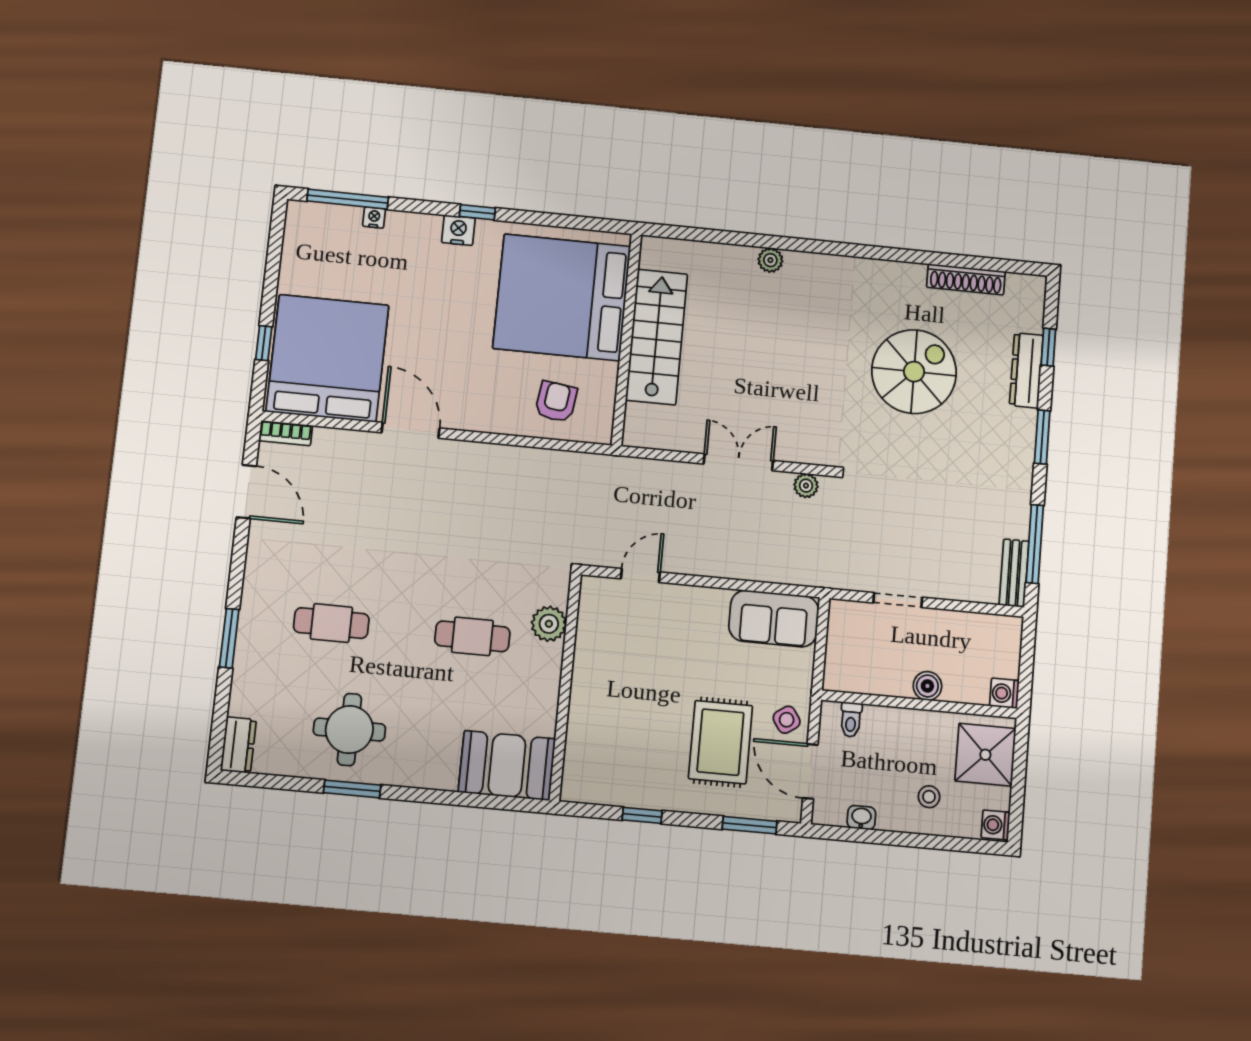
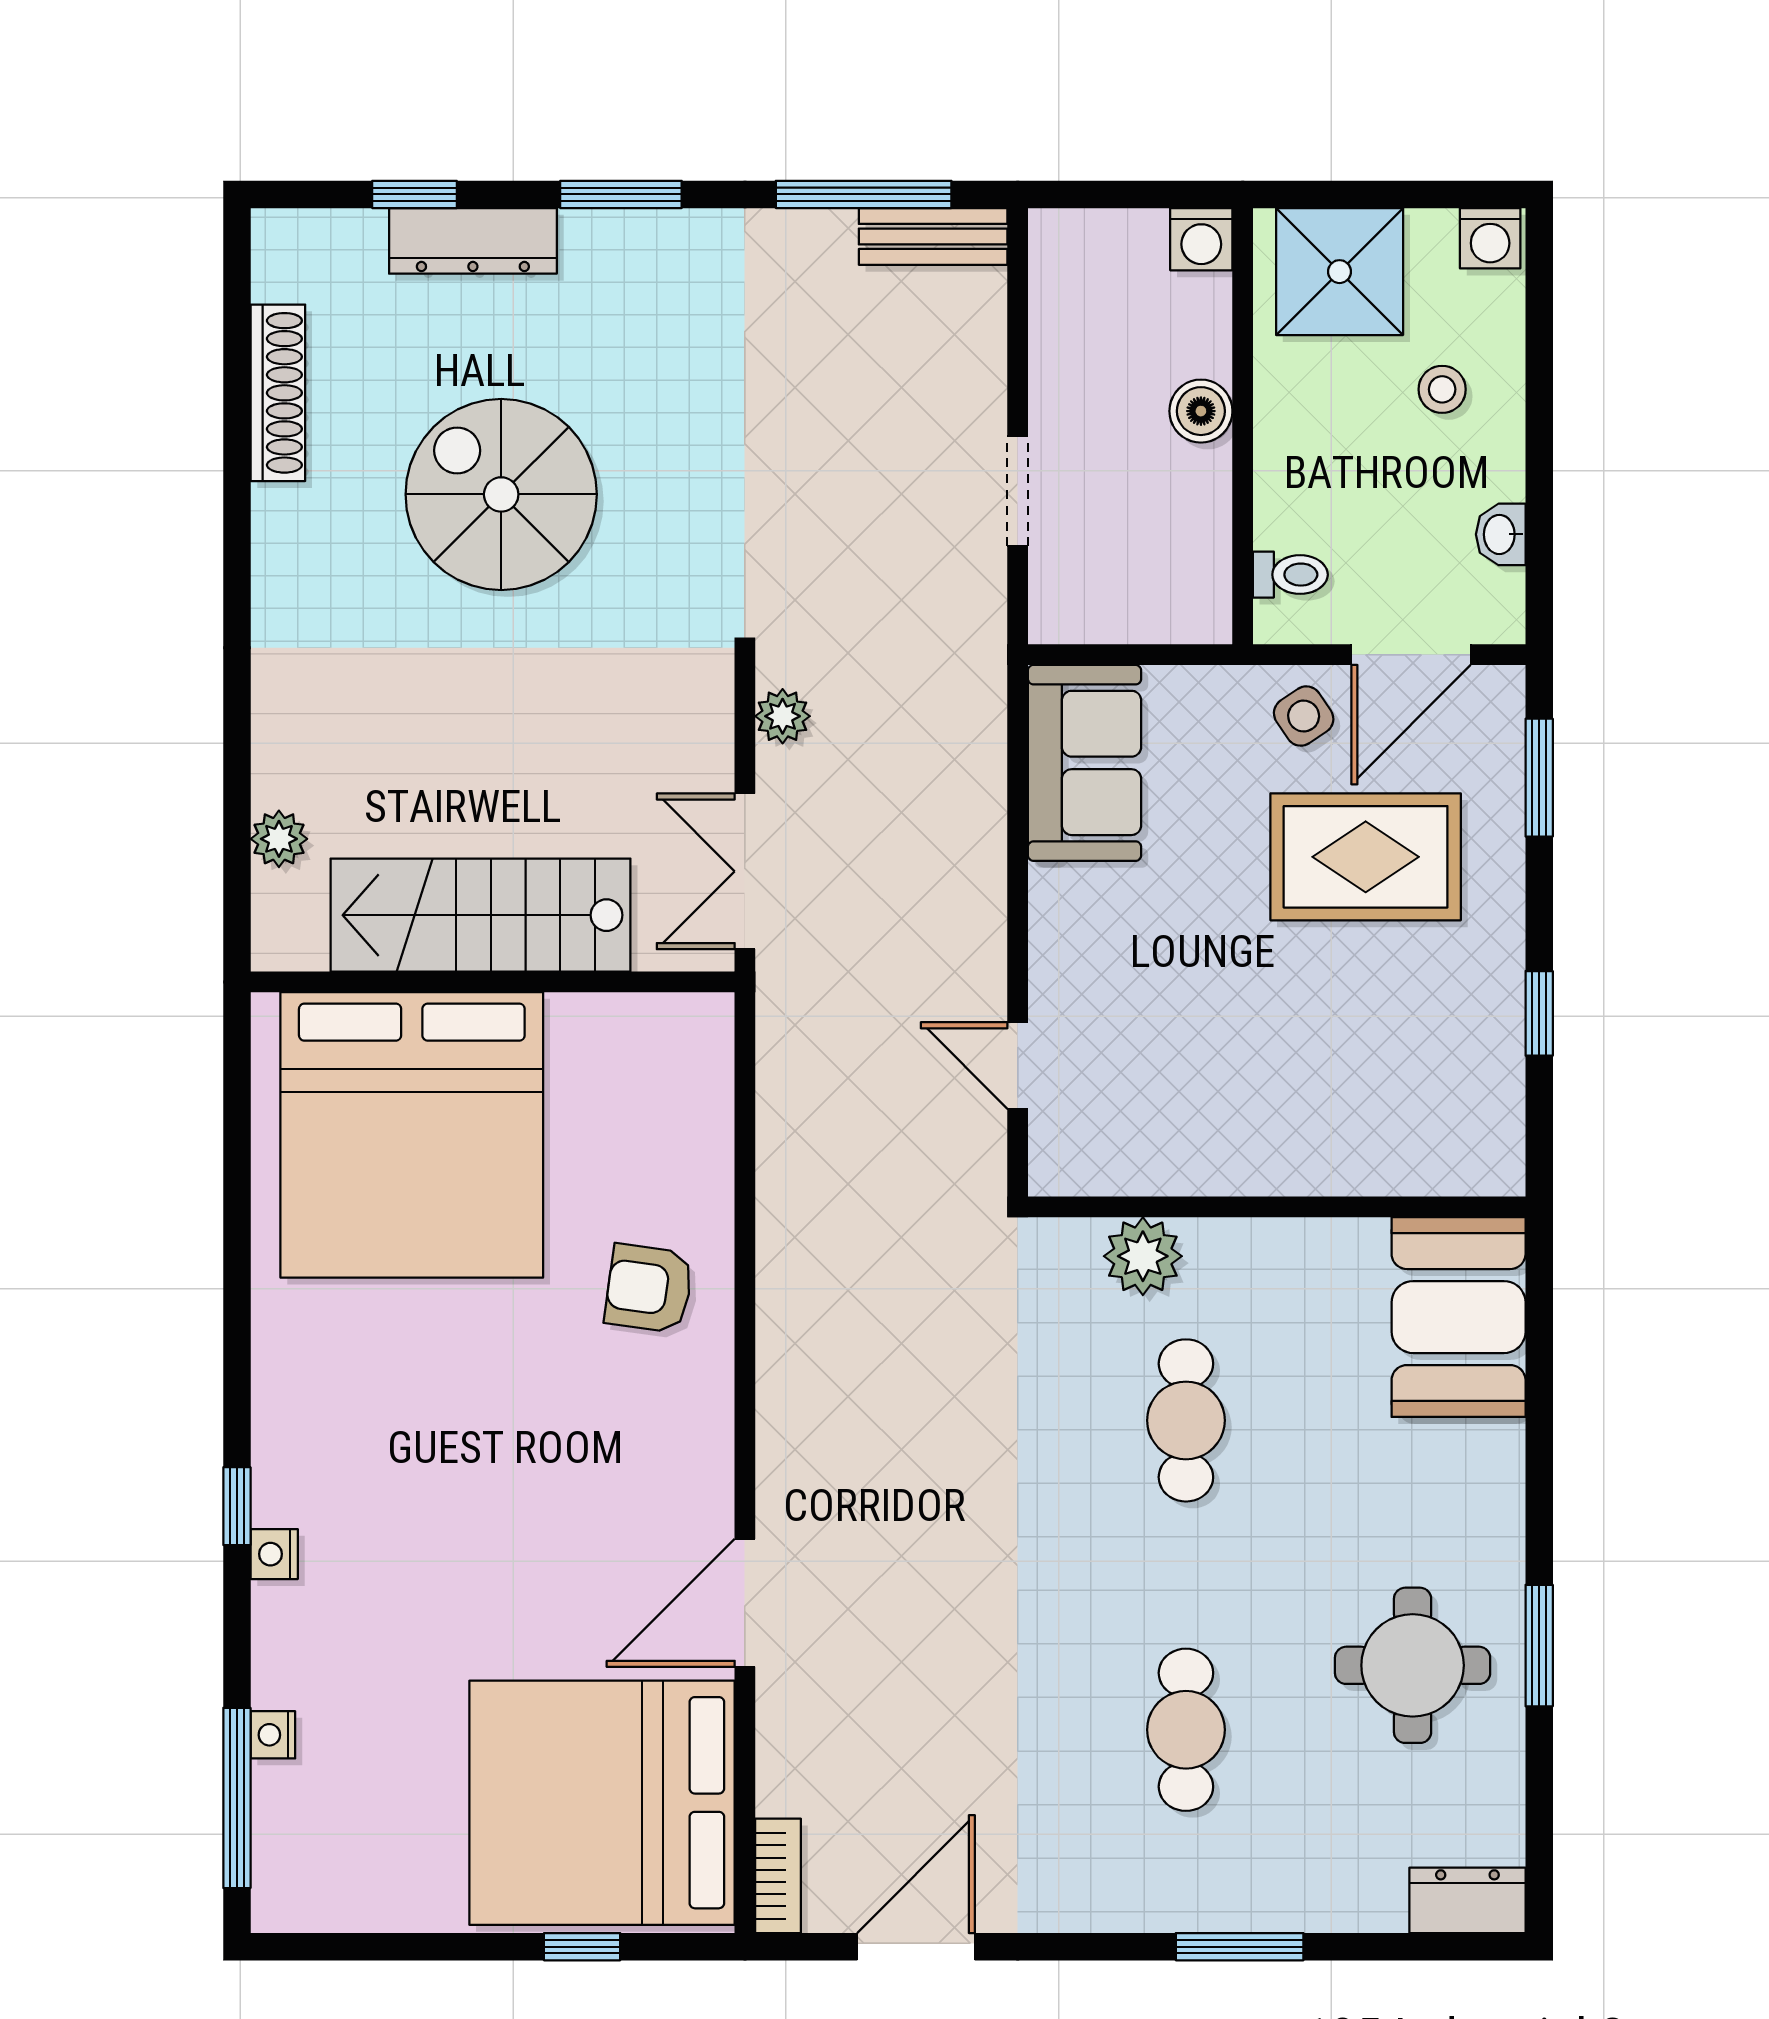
nightstand: (458, 230) -> (274, 1554), width x0.72, depth x0.74
bed: (562, 297) -> (412, 1135), moved
stairs: (657, 337) -> (481, 915), moved
wall: (626, 339) -> (493, 982), moved

